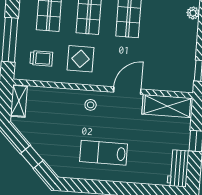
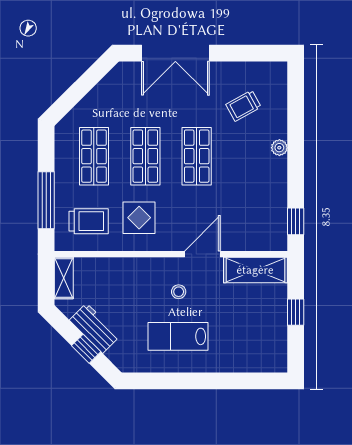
trolley: (41, 58) -> (89, 221), width x1.36, depth x1.39
stool: (91, 105) -> (179, 292), moved
workbench: (178, 168) -> (95, 328), moved, turned 135

